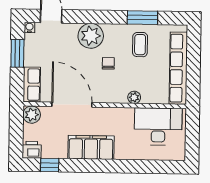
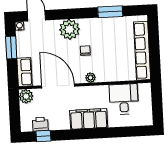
coffee table: (140, 45) -> (110, 34), removed
plant: (134, 97) -> (90, 78), moved
desk: (158, 126) -> (124, 99), width x0.73
filing cabinet: (91, 147) -> (89, 119), moved
printer: (32, 150) -> (40, 124), moved

